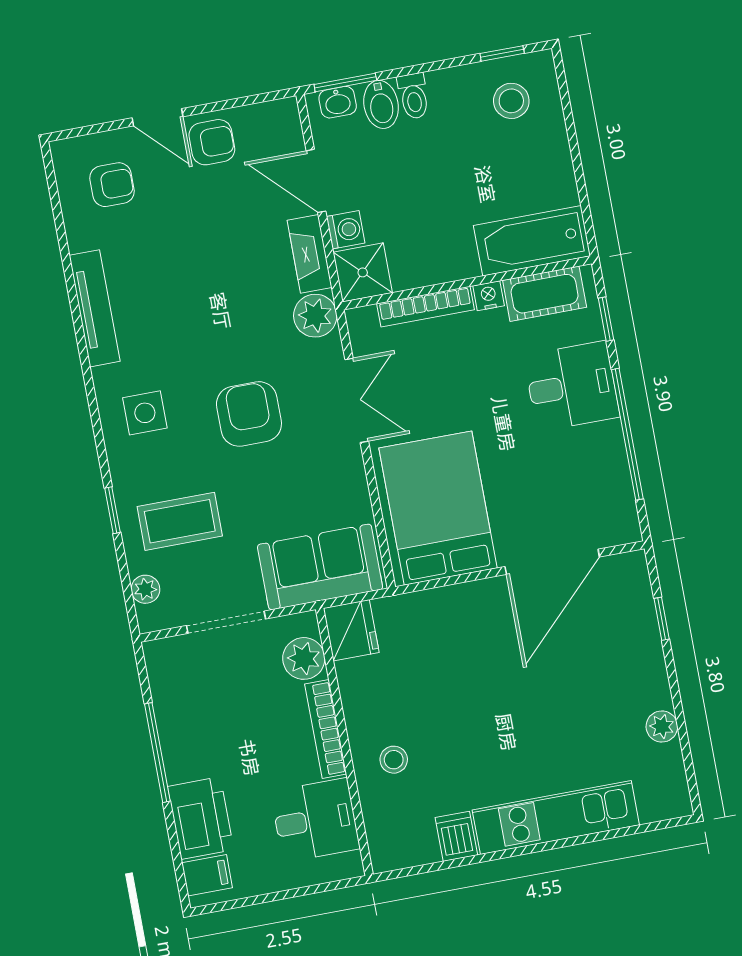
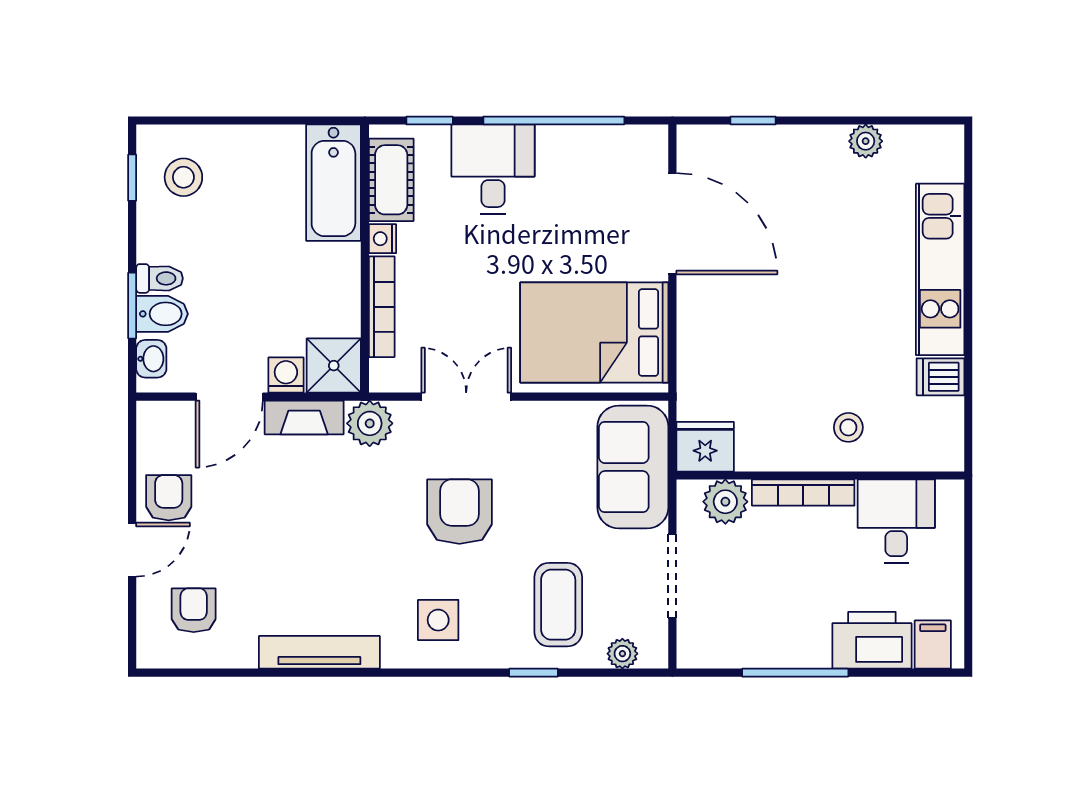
window: (345, 82) -> (132, 306), moved
armchair: (249, 414) -> (459, 512), turned 90

